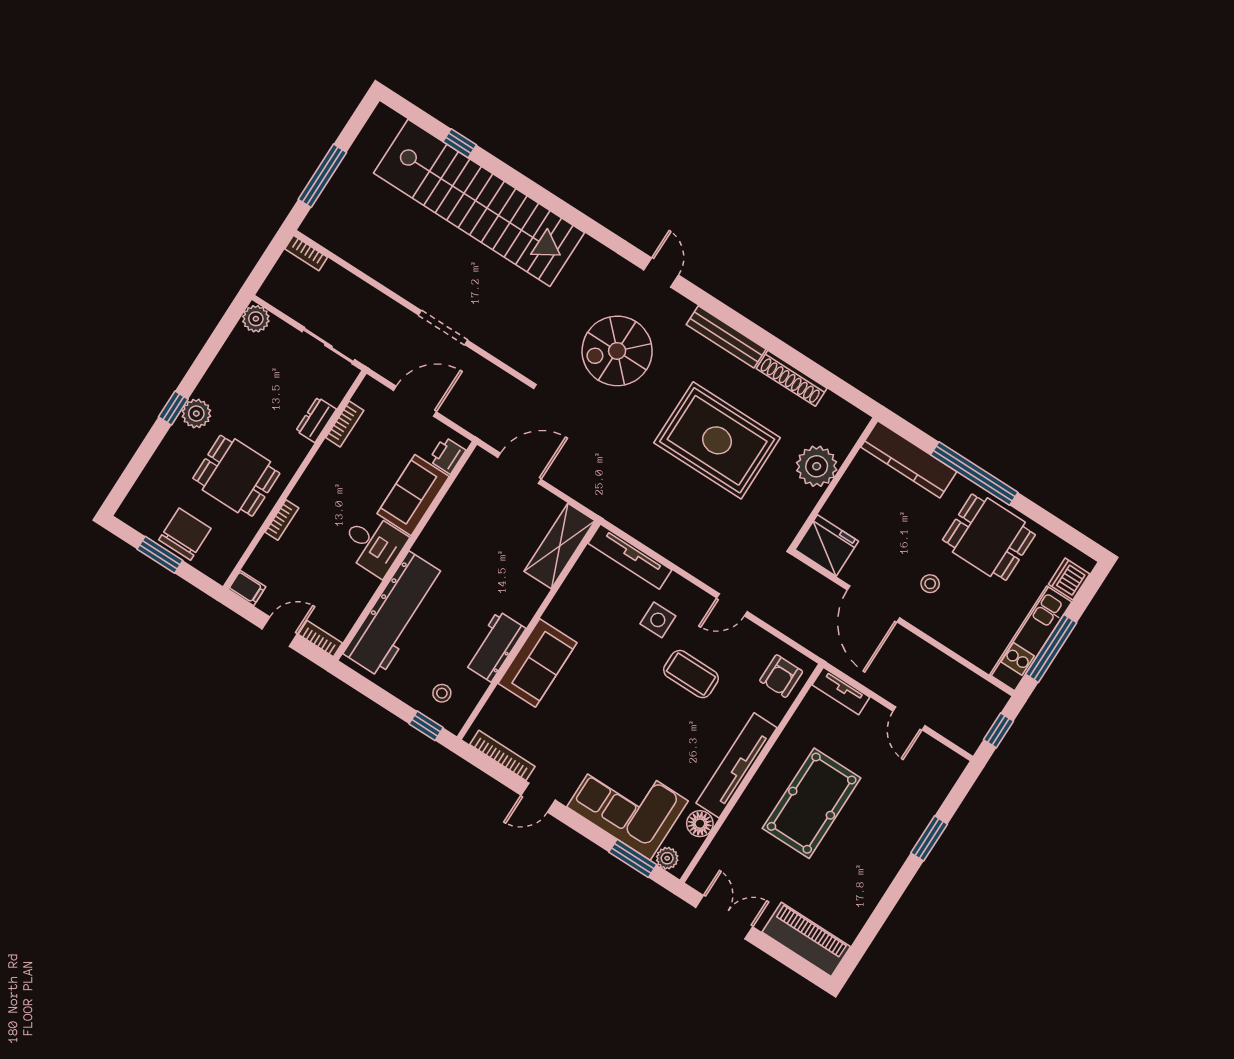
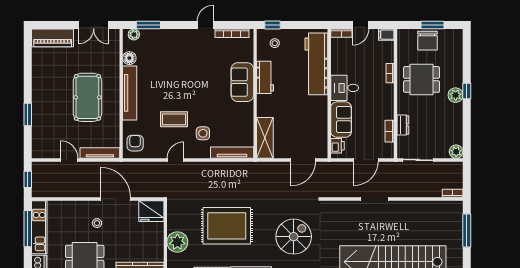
tv unit: (841, 691) -> (100, 153), width x1.41
corner sofa: (628, 804) -> (166, 47), removed

